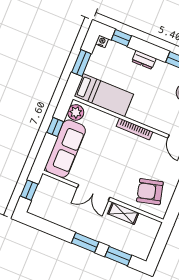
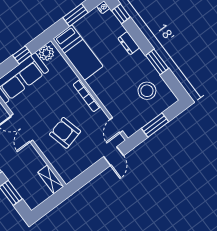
armchair: (150, 192) -> (65, 133), moved
shelving: (123, 213) -> (51, 179), moved

